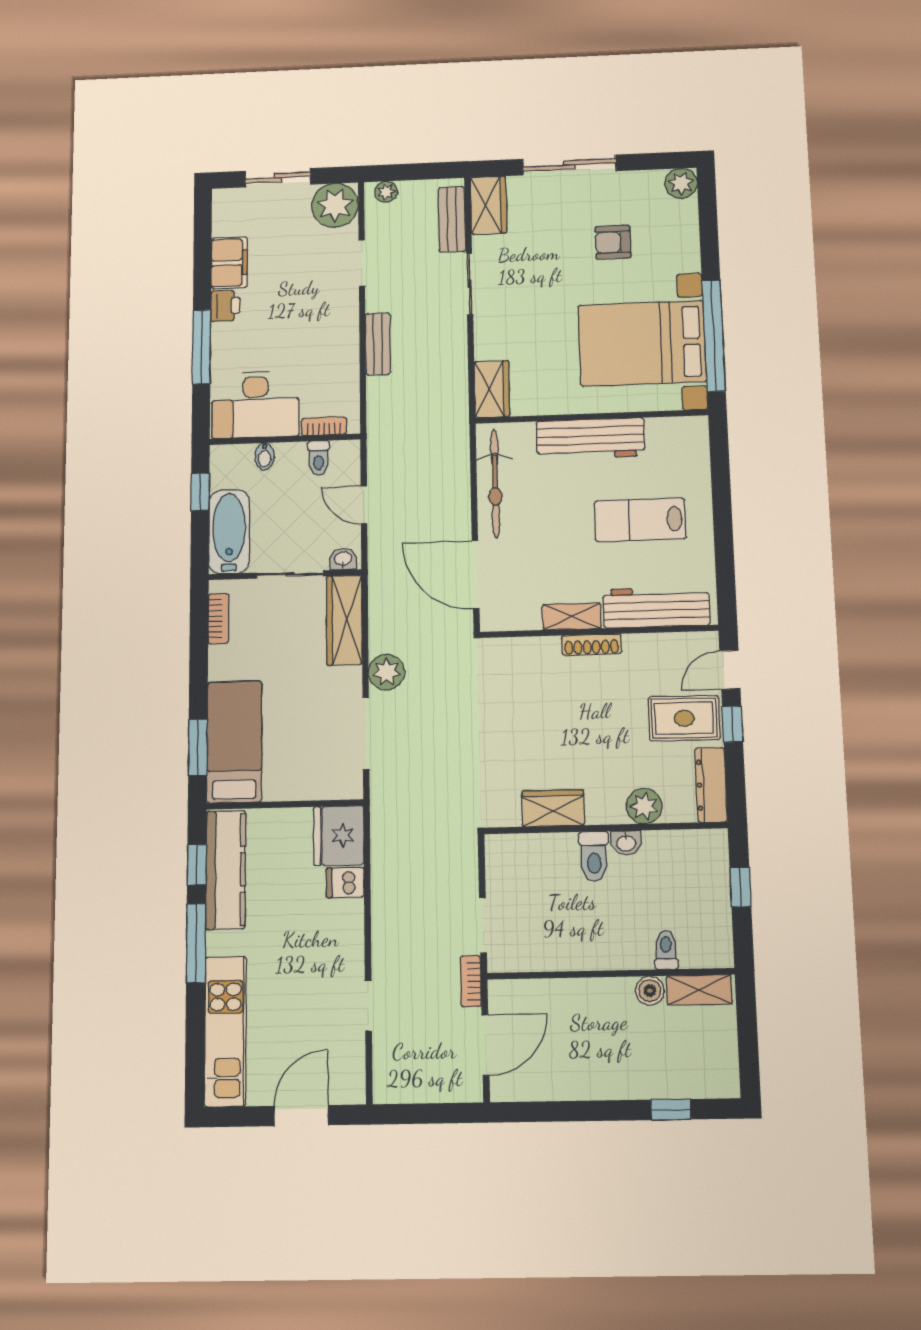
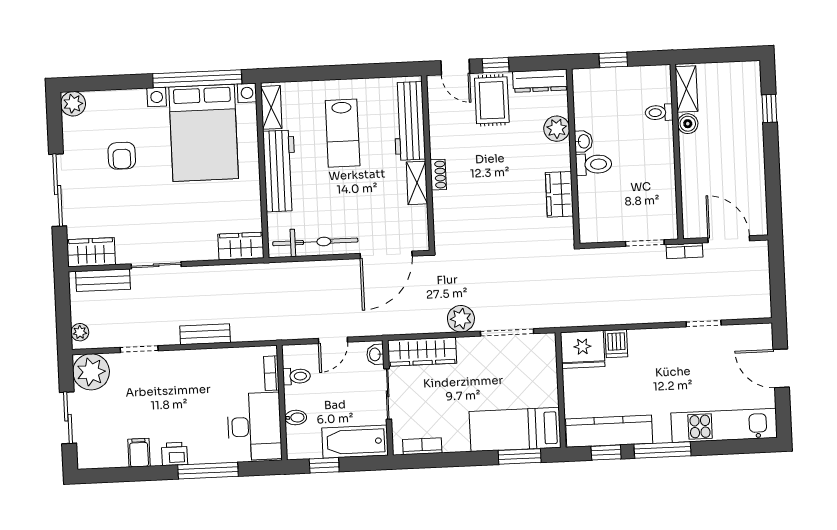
filing cabinet: (229, 263) -> (139, 453), width x0.50
shelving: (675, 429) -> (271, 107), added
shoe rack: (592, 645) -> (438, 175), width x0.70

